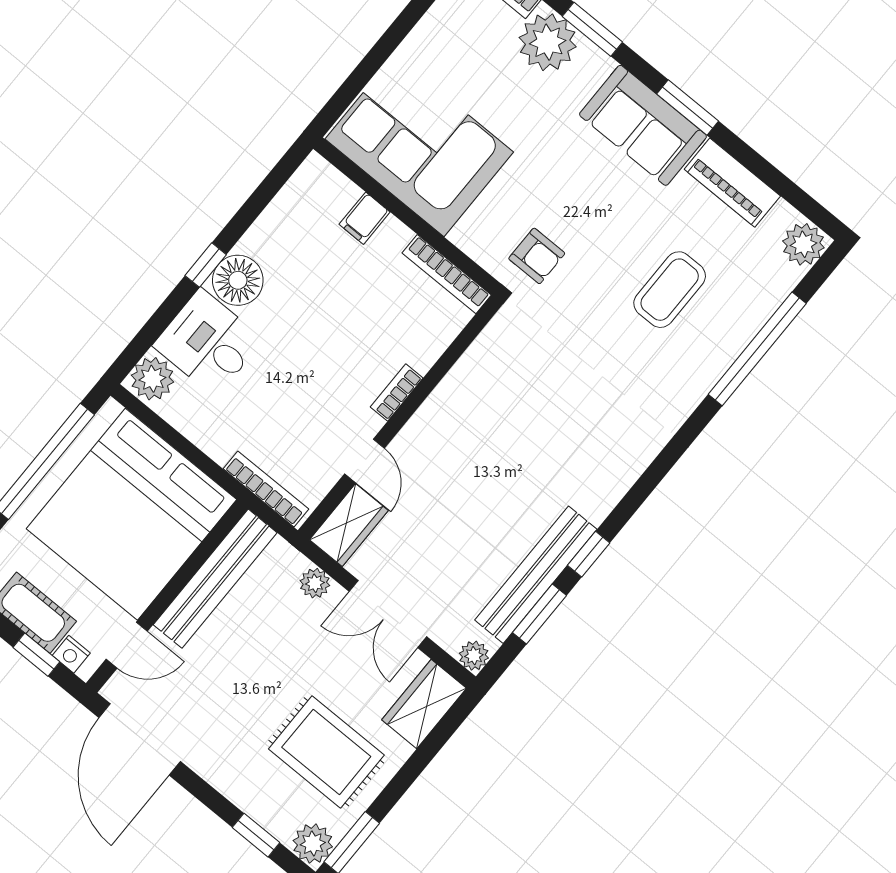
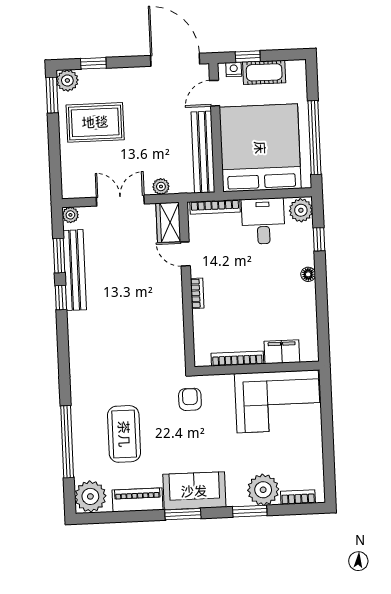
filing cabinet: (365, 218) -> (282, 352), width x2.00
plant: (803, 244) -> (90, 496), width x1.36, depth x1.36
armchair: (537, 256) -> (190, 399), turned 90
window: (206, 265) -> (319, 239), moved
bookcase: (447, 274) -> (237, 359), moved
floor lamp: (238, 280) -> (308, 274), width x0.53, depth x0.53
coffee table: (670, 290) -> (124, 434), width x1.36, depth x1.32
desk: (208, 342) -> (263, 221), moved, turned -90
wardrobe: (424, 704) -> (73, 177), removed

